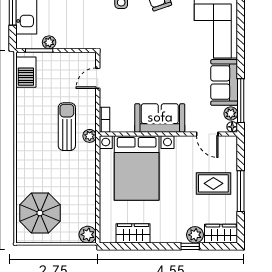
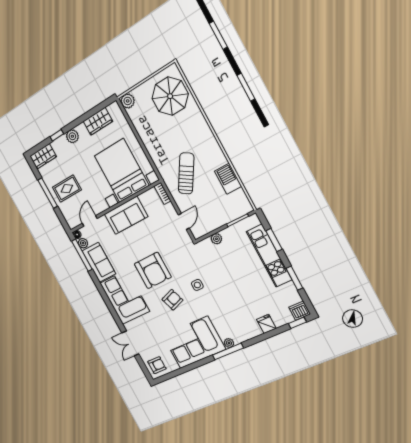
plant: (49, 42) -> (216, 239), moved
armchair: (164, 42) -> (153, 270), added
barbecue: (26, 72) -> (228, 179), moved
sun lounger: (67, 127) -> (186, 173), turned -148
door: (207, 134) -> (90, 221), hinge flipped
plant: (90, 136) -> (166, 176), removed
plant: (195, 235) -> (72, 136), moved

